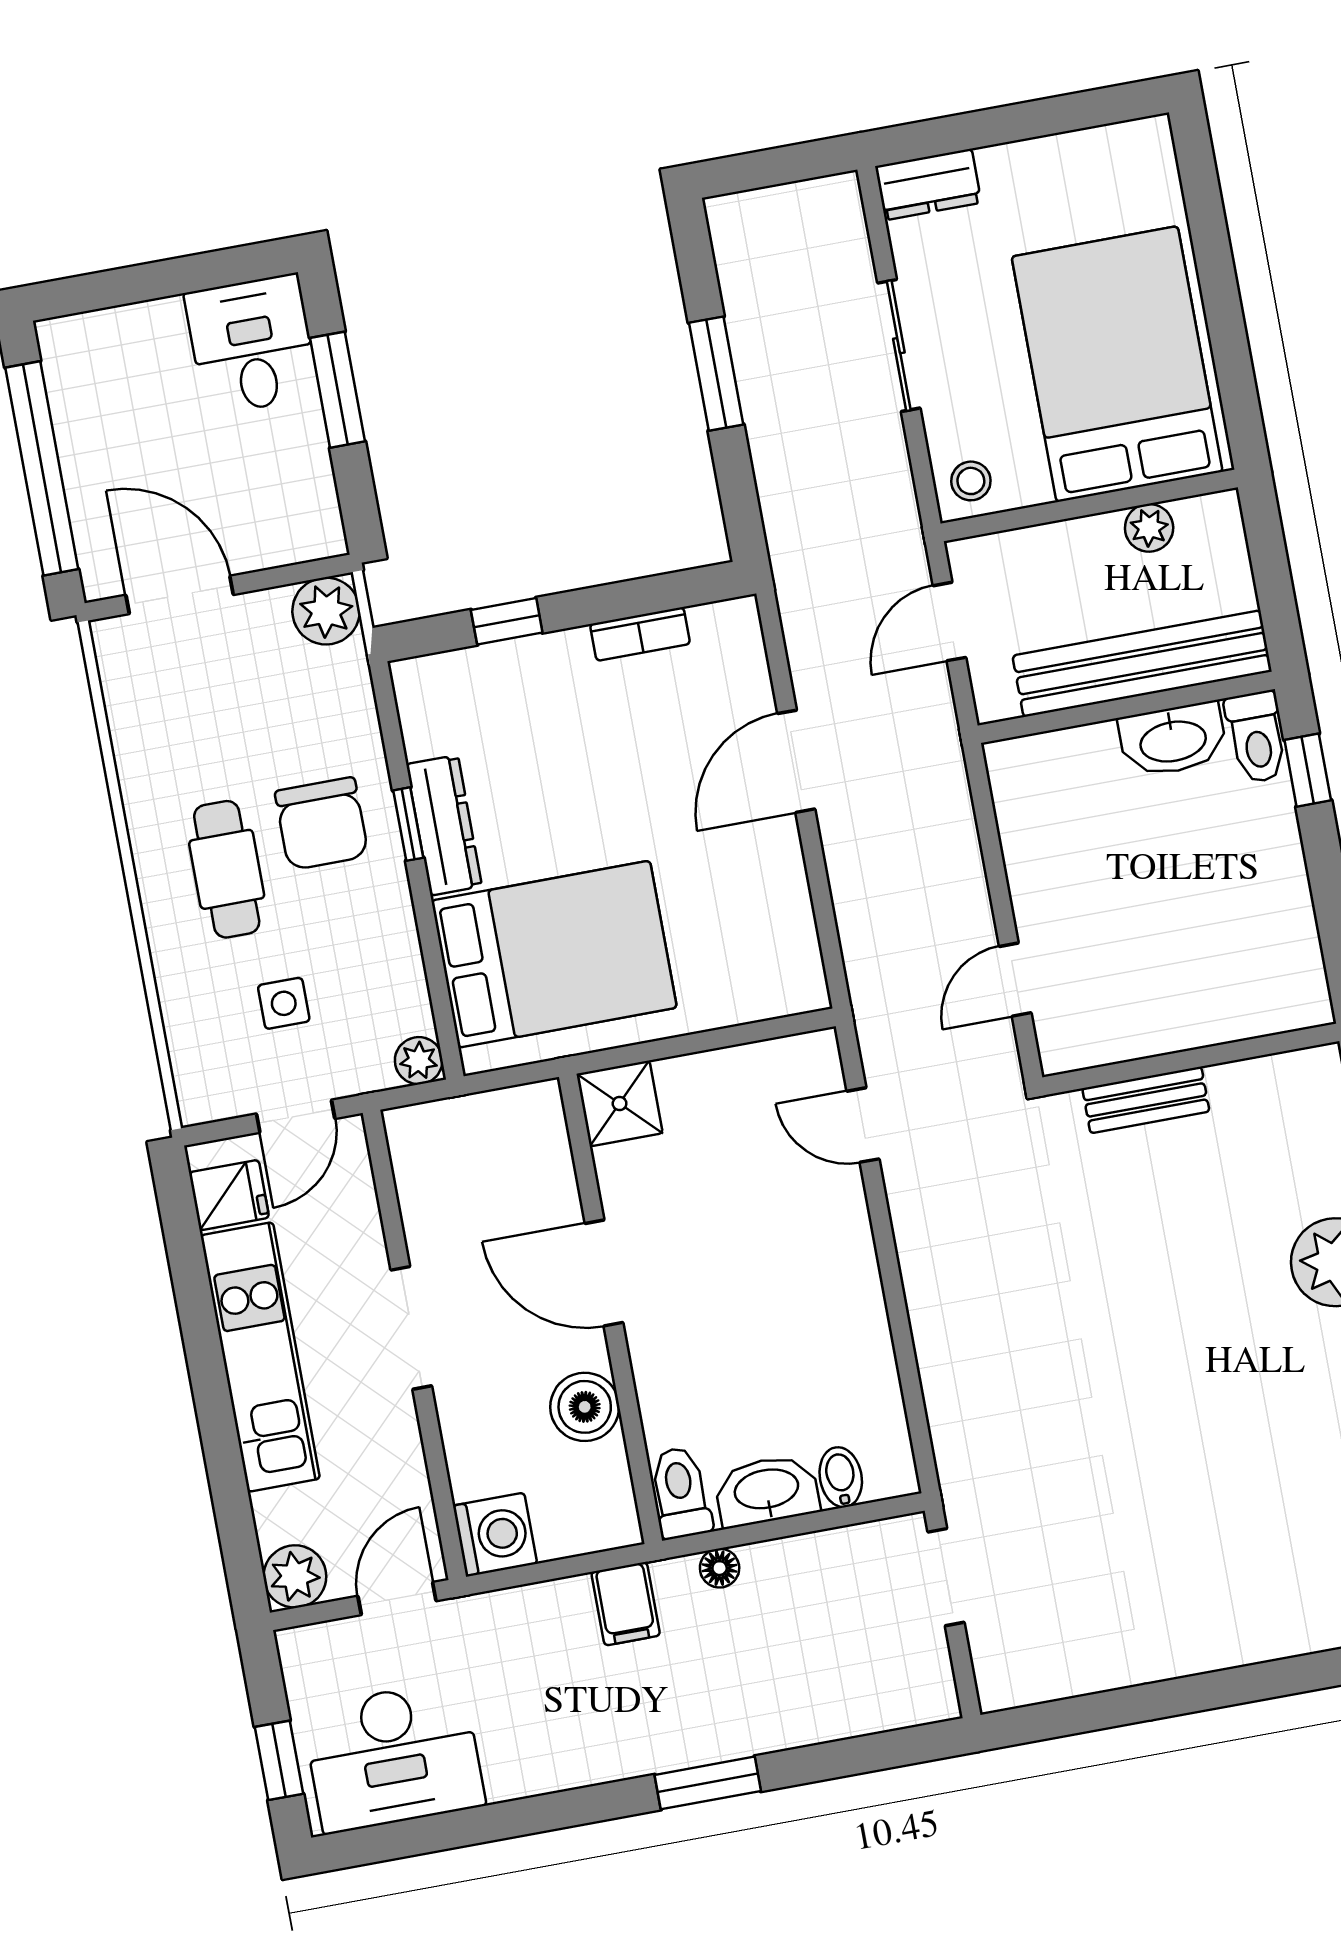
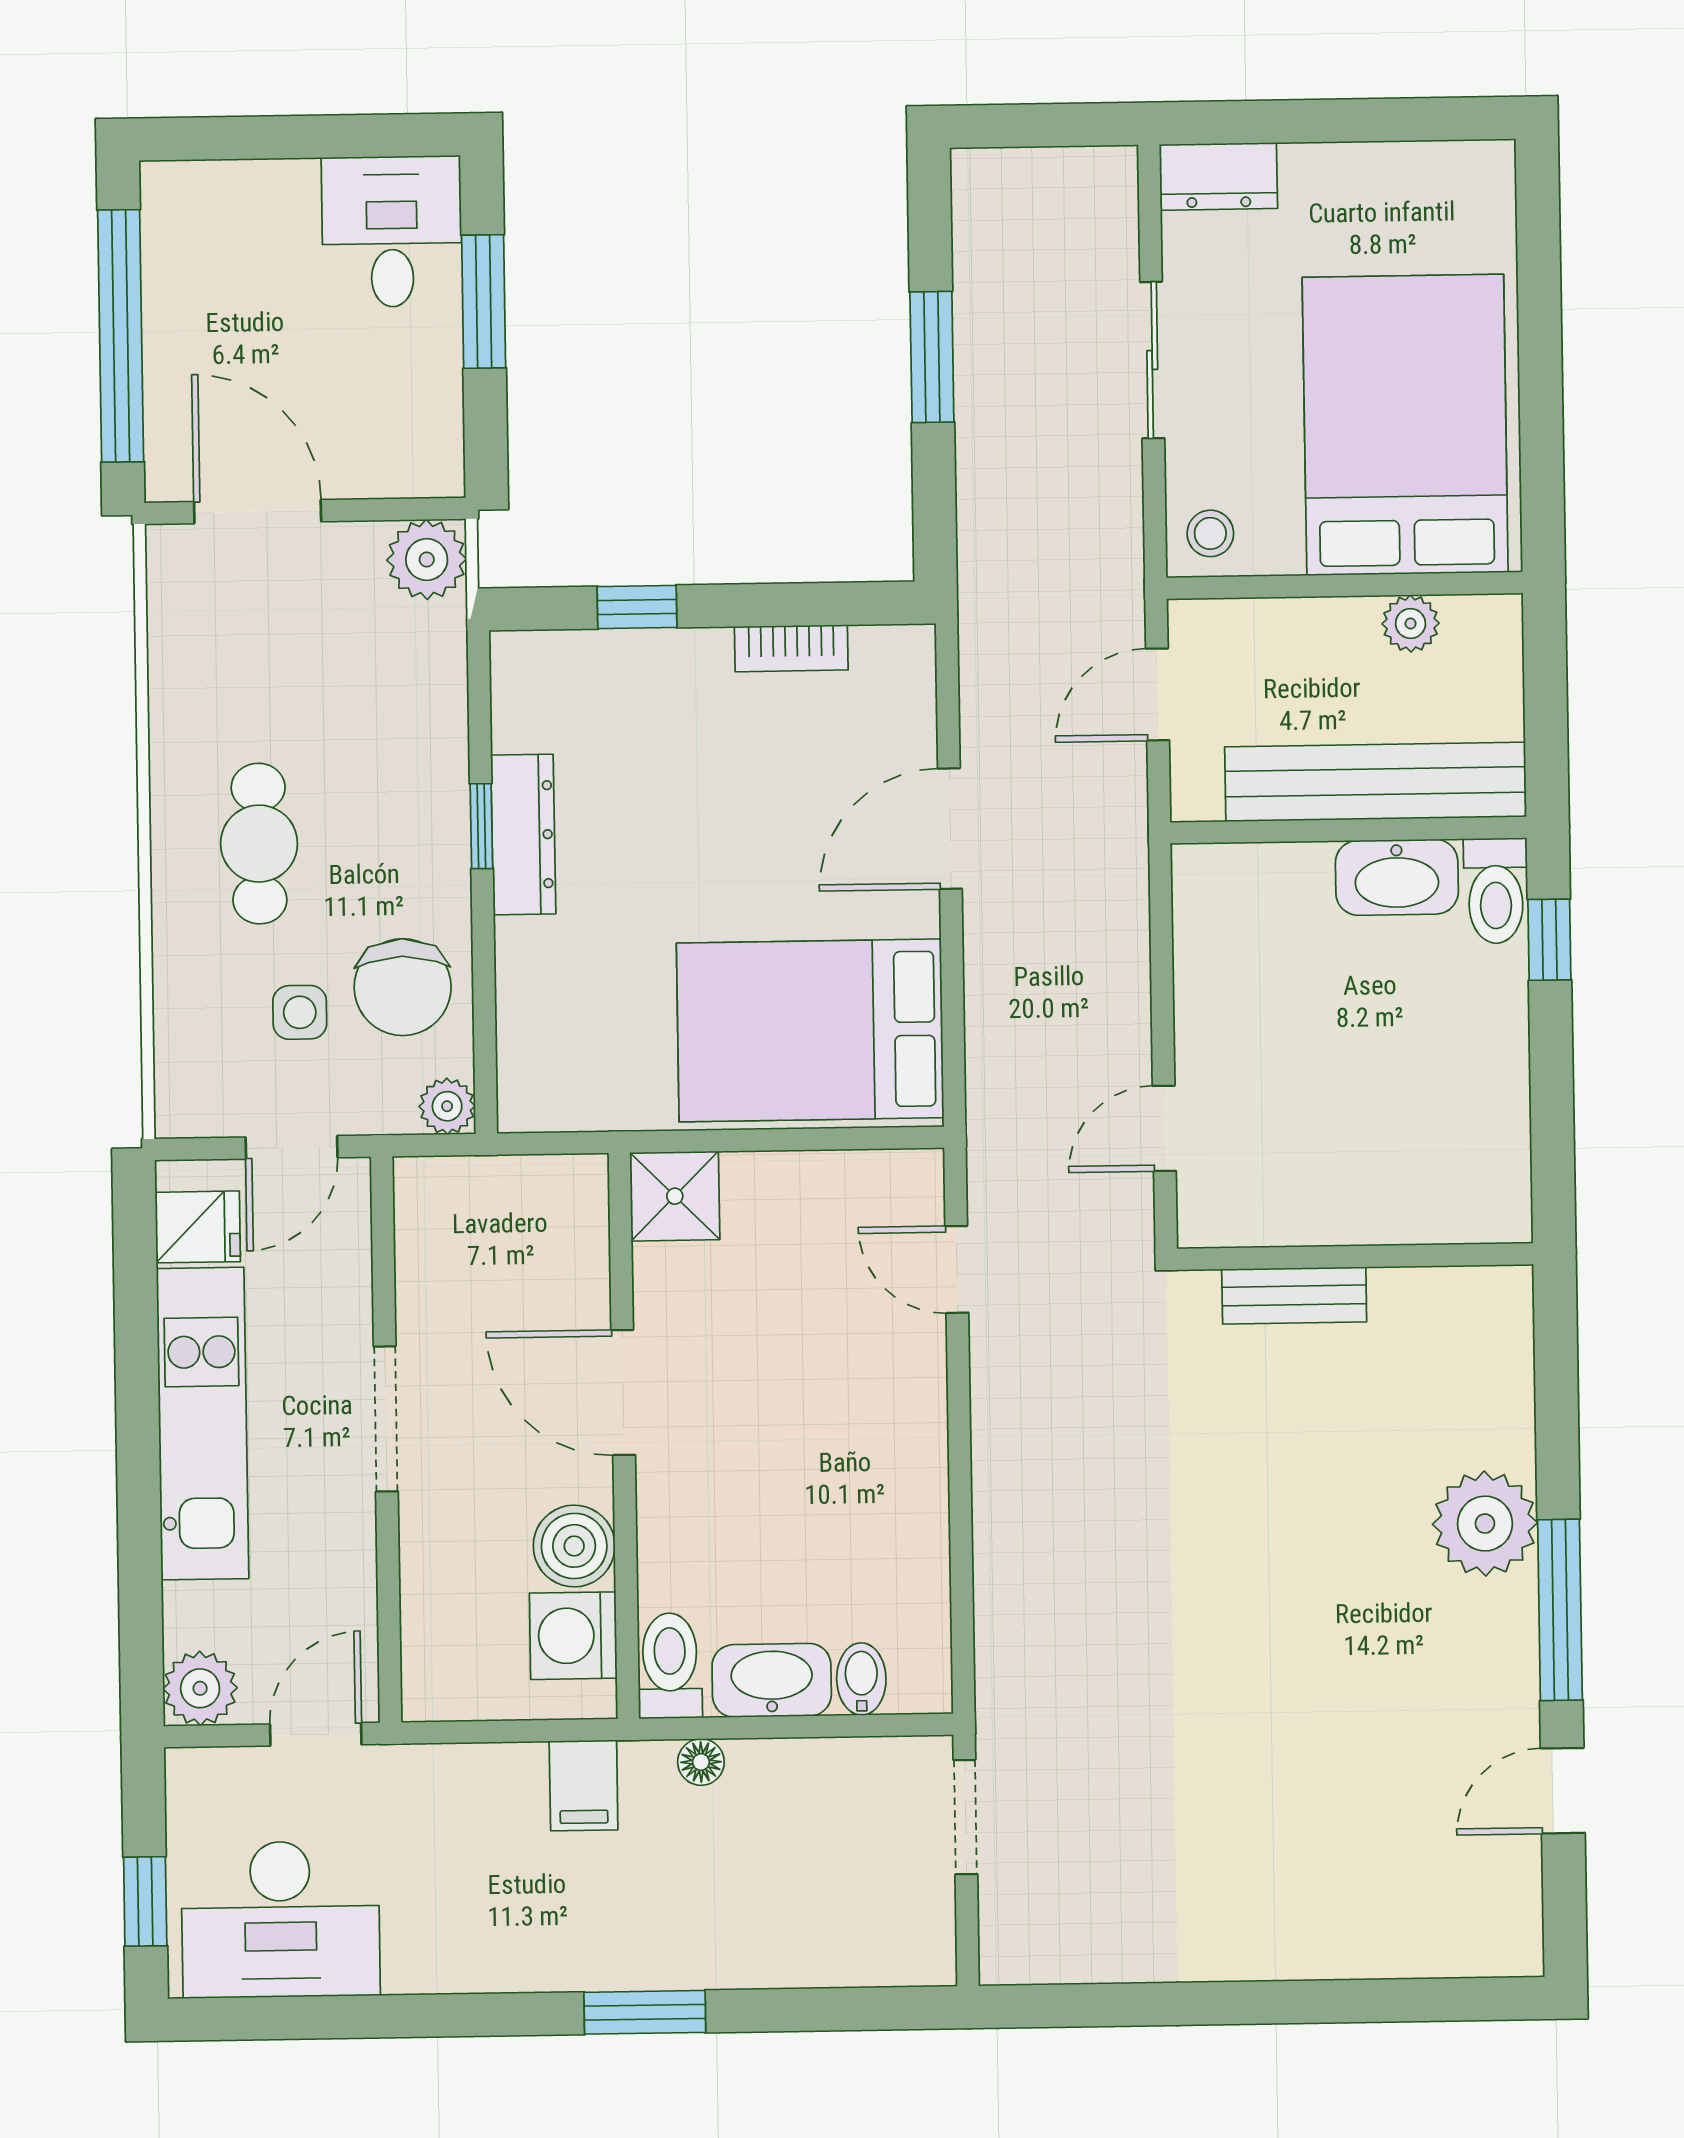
chair: (322, 824) -> (403, 987), moved
bed: (554, 954) -> (810, 1030), moved, turned 180
washing machine: (495, 1535) -> (573, 1636), moved, turned 180

